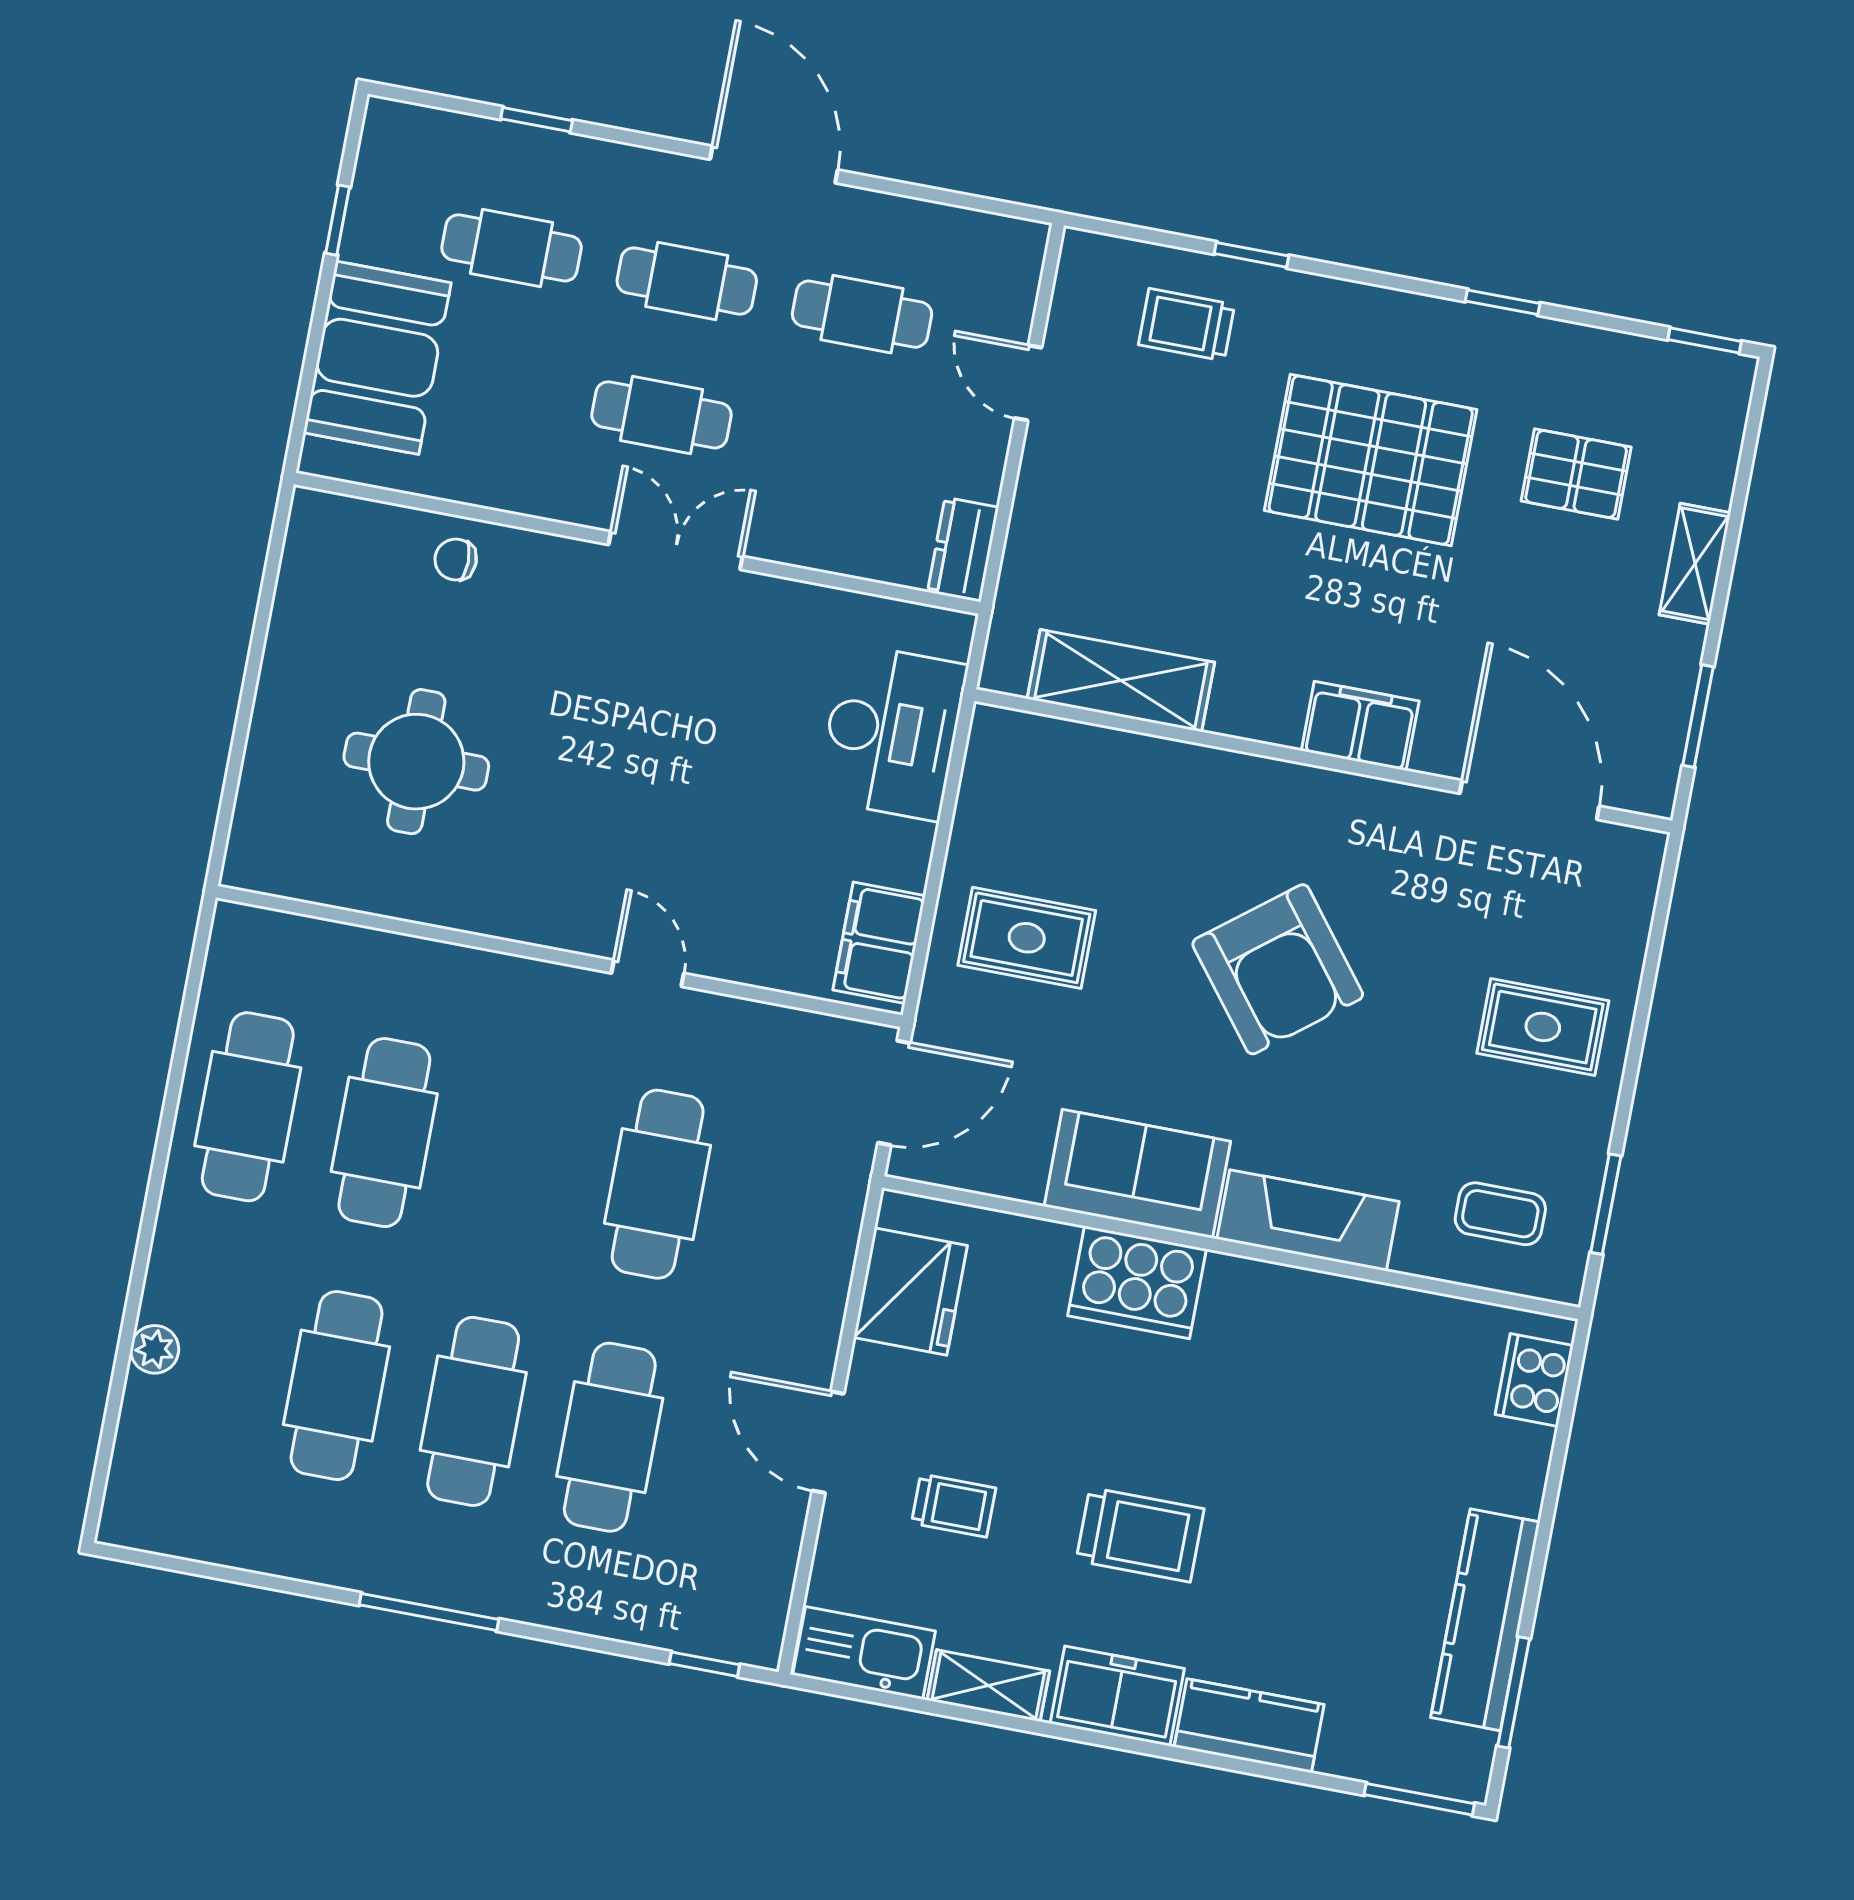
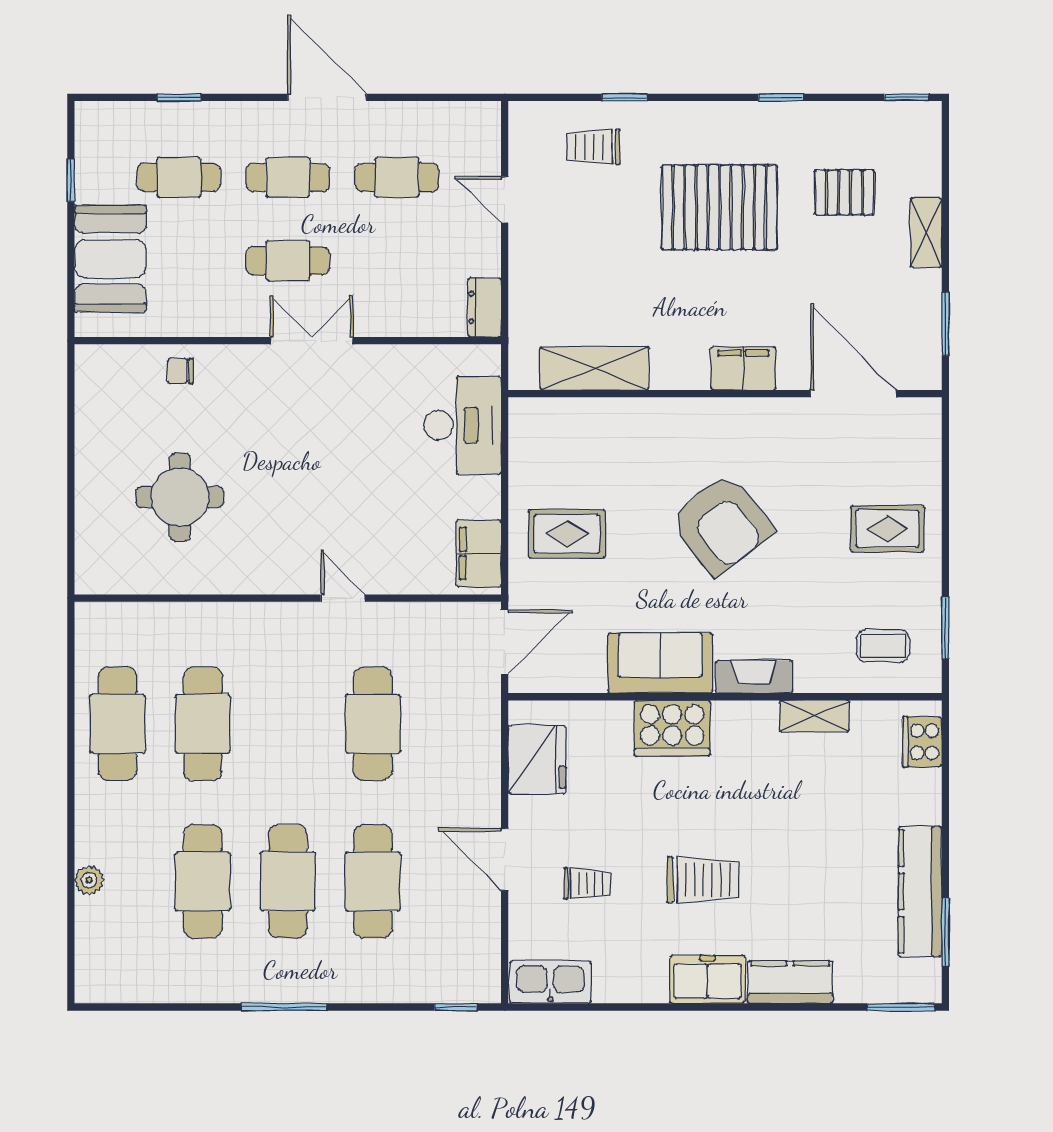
fireplace: (1308, 1220) -> (754, 677), width x0.73, depth x0.76
shelving: (988, 1686) -> (814, 716), moved

